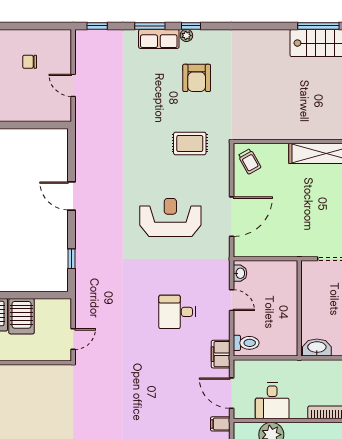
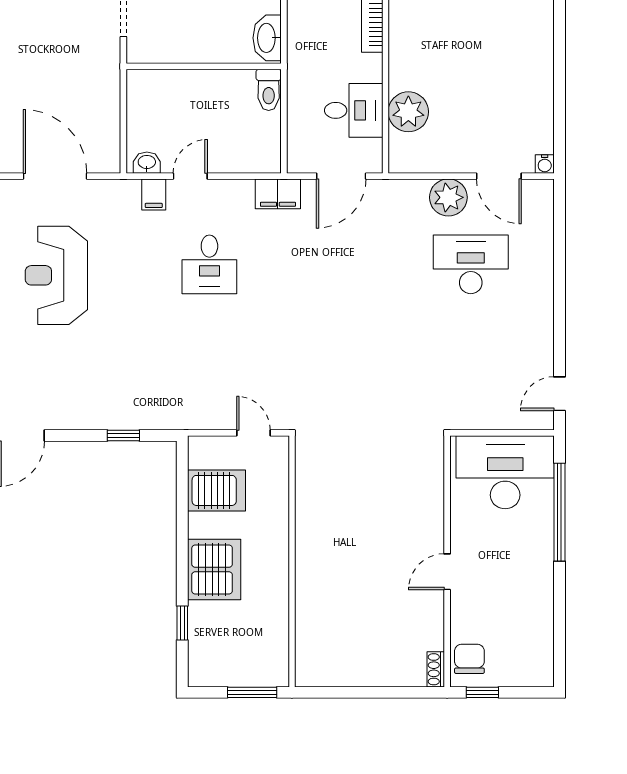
server rack: (22, 316) -> (216, 490), moved
toilet: (246, 343) -> (269, 90), moved, turned 180
filing cabinet: (220, 424) -> (154, 194), moved

